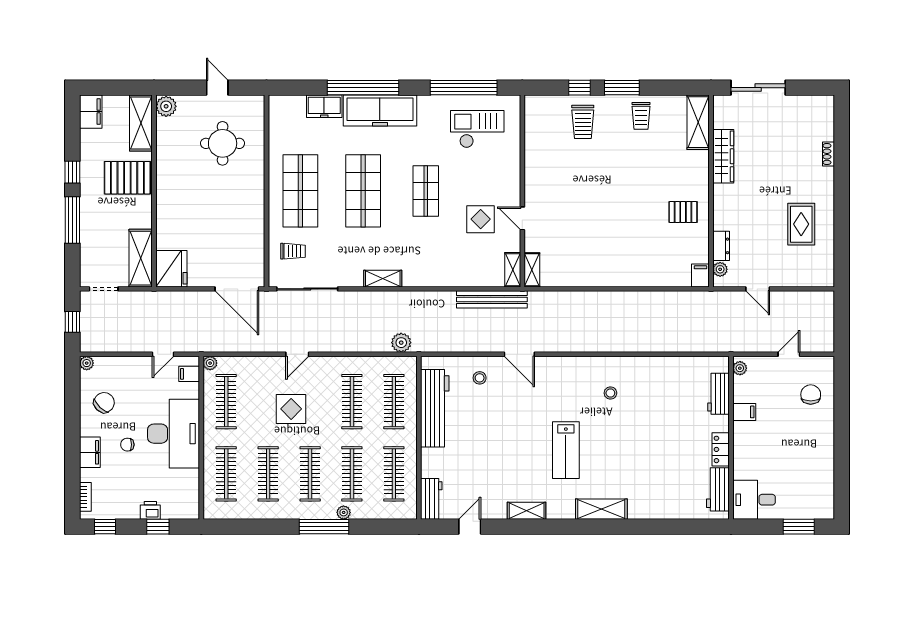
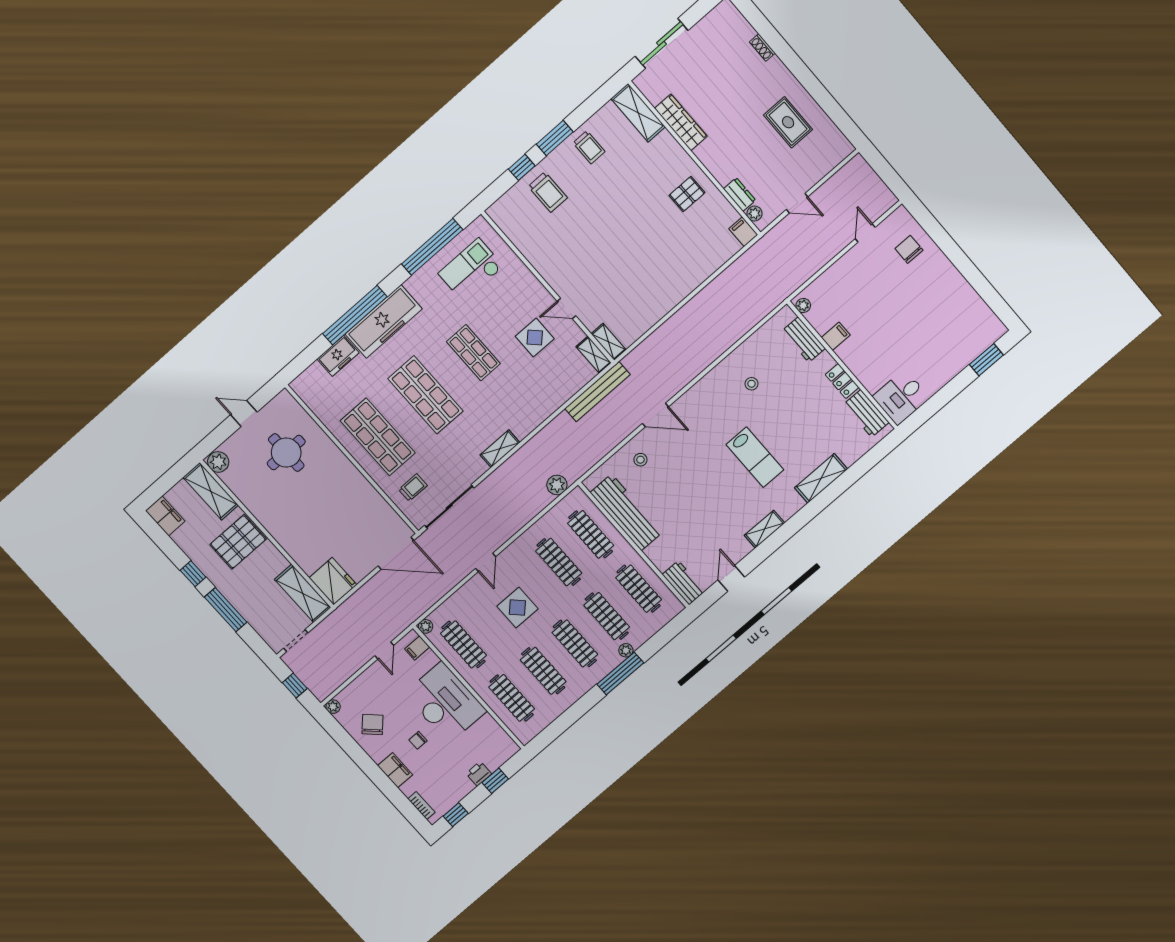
plant: (740, 368) -> (803, 306), moved
workbench: (718, 394) -> (804, 340), moved
filing cabinet: (744, 412) -> (836, 336), moved
wall: (731, 438) -> (842, 365), moved
locker: (721, 449) -> (842, 381), moved
workbench: (718, 489) -> (866, 413), moved
desk: (754, 500) -> (901, 397), moved

